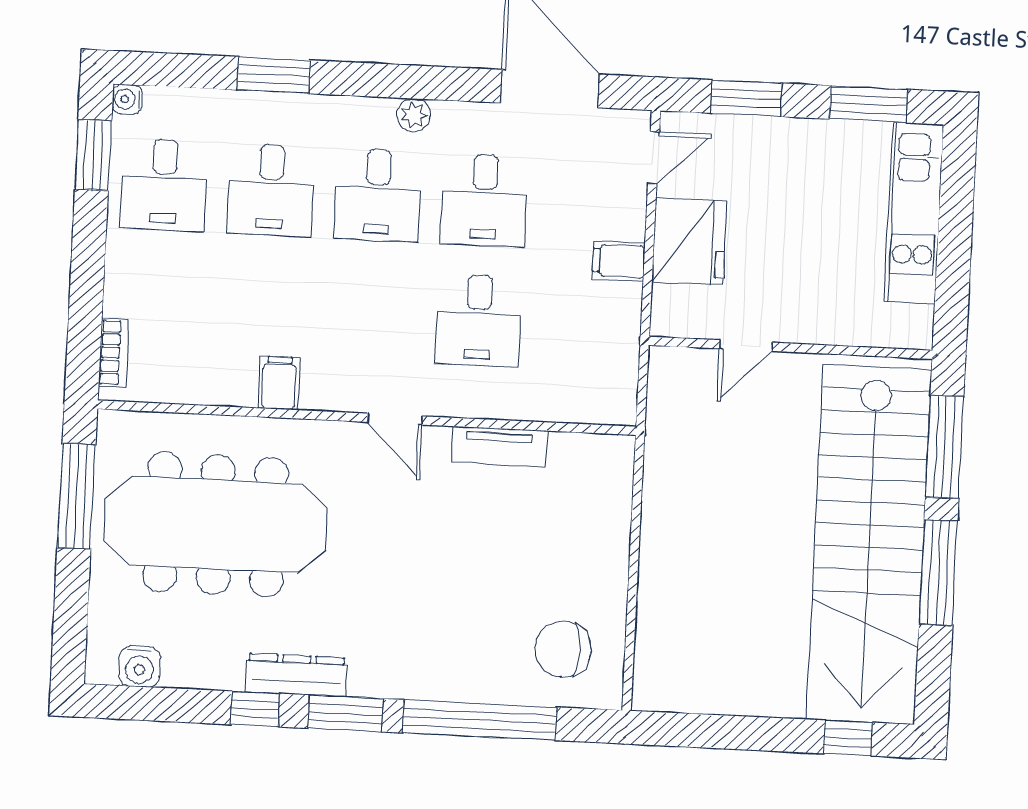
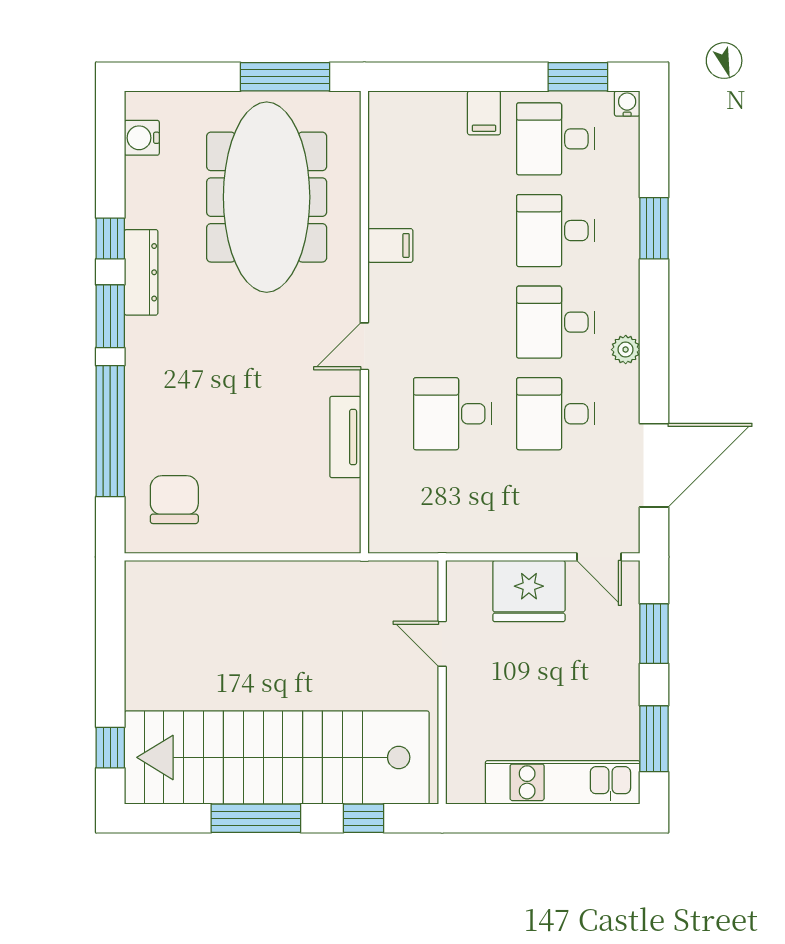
filing cabinet: (619, 261) -> (484, 113), moved, turned 180
bookcase: (114, 353) -> (409, 103), removed
window: (945, 447) -> (364, 818), width x0.46

